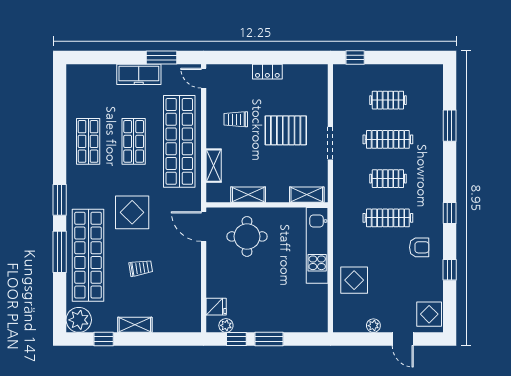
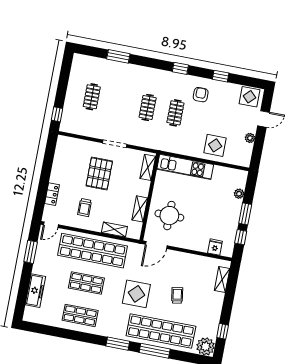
locker: (267, 72) -> (52, 194), moved
freezer: (139, 74) -> (35, 291), moved
clothes rail: (388, 139) -> (120, 102), removed
clothes rail: (388, 218) -> (175, 113), width x0.73
shelving: (135, 325) -> (222, 279), moved
plant: (226, 325) -> (239, 194), moved

